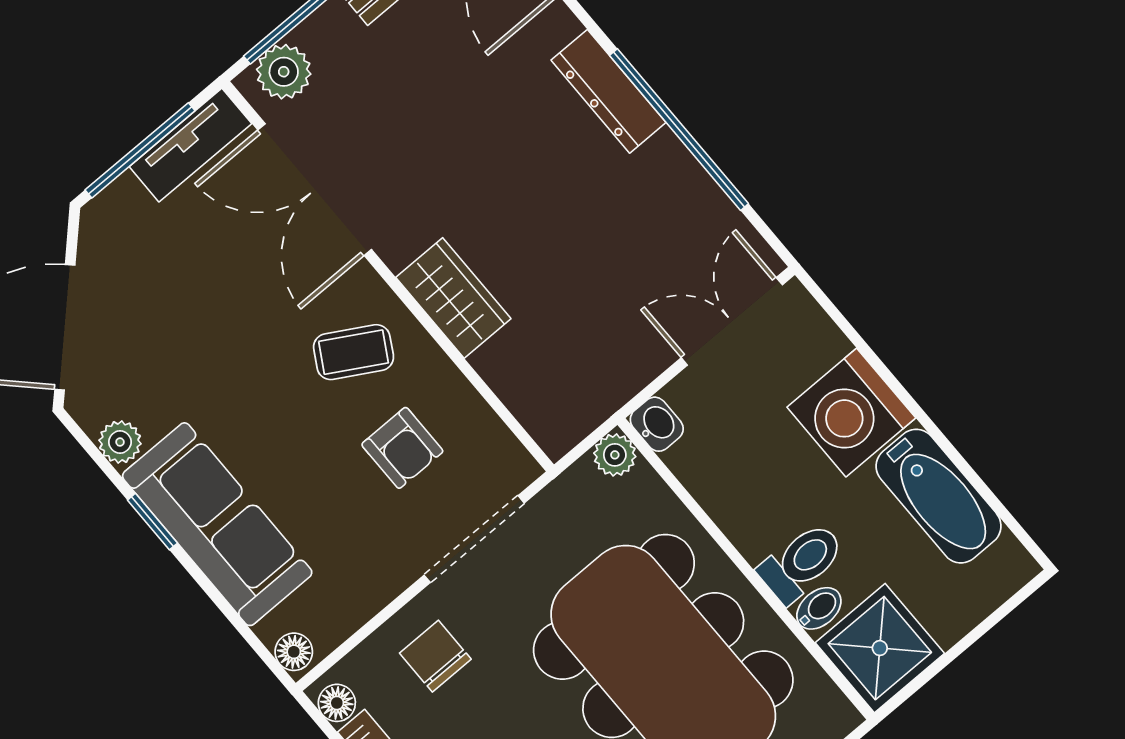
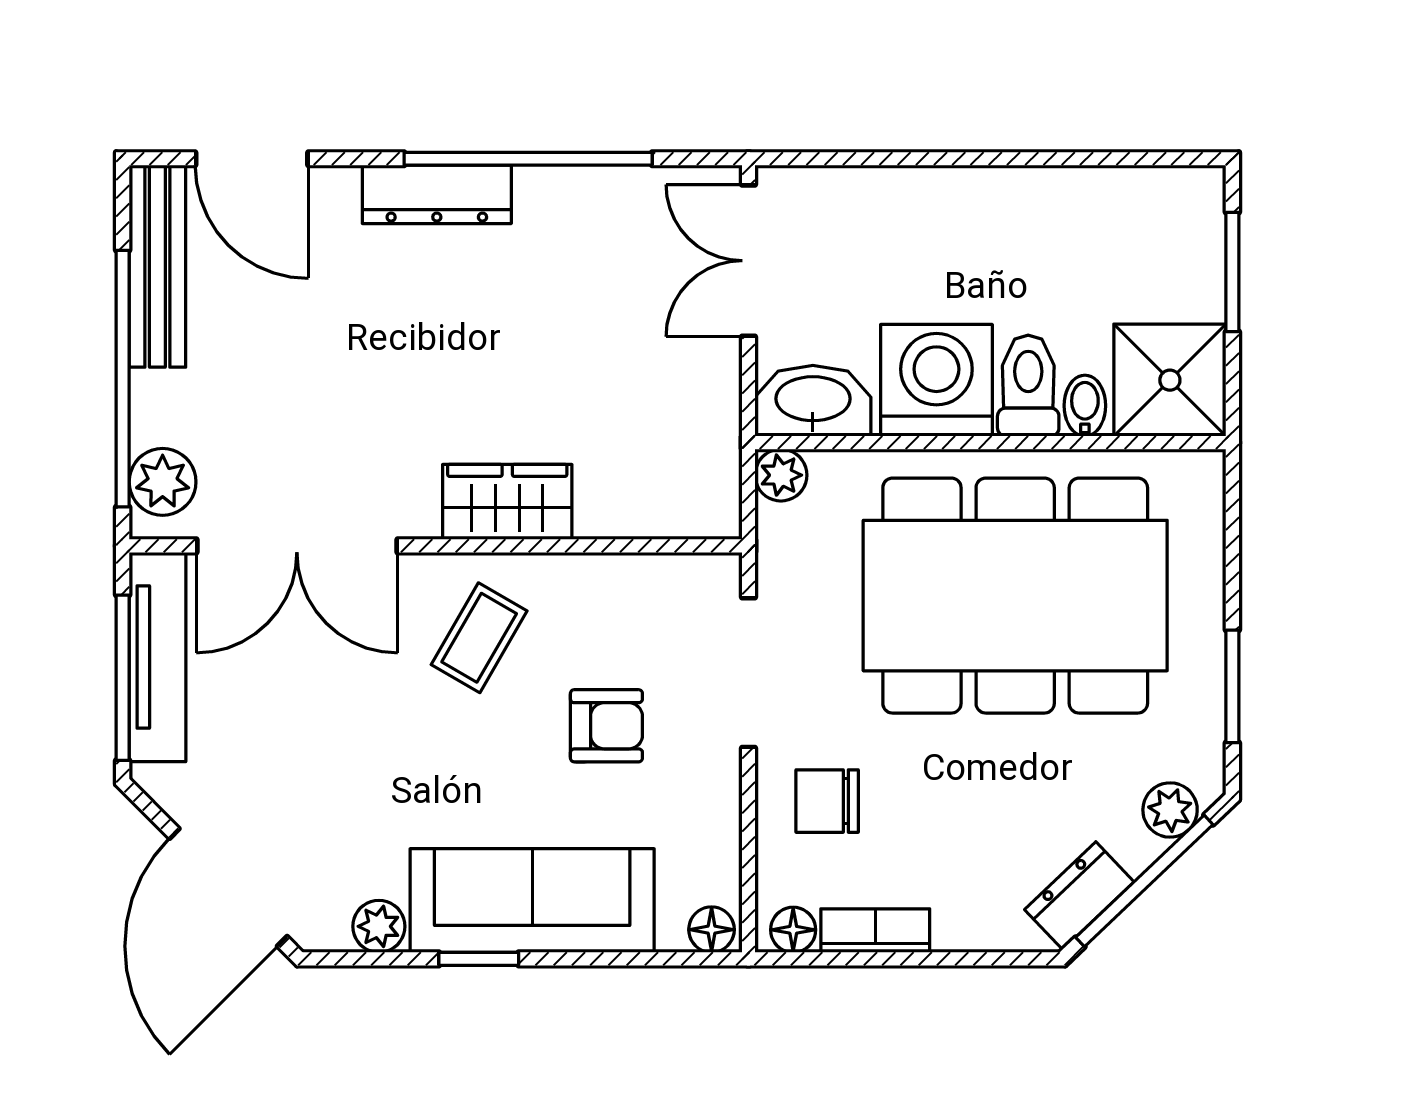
tv unit: (190, 145) -> (157, 657), width x1.41
washing machine: (851, 413) -> (936, 380), moved, turned 180
washbasin: (657, 424) -> (813, 401), width x1.91, depth x1.45
armchair: (402, 448) -> (606, 726), moved
bathtub: (939, 496) -> (1075, 206), removed
window: (981, 630) -> (1232, 272), added

